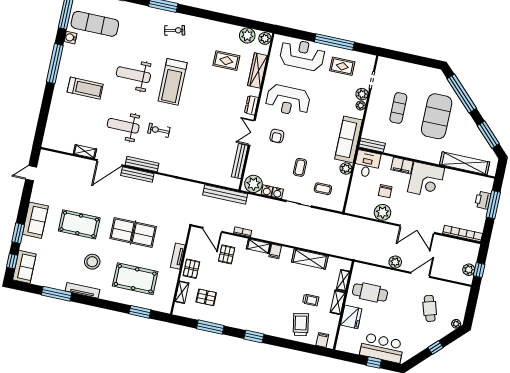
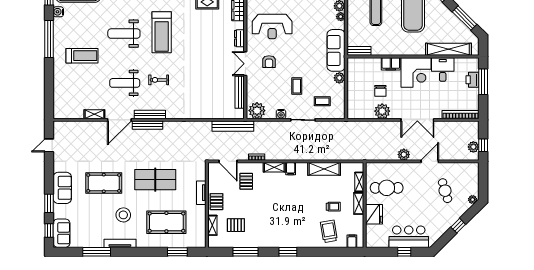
desk: (367, 164) -> (443, 70), moved
water cooler: (267, 191) -> (271, 114), removed

